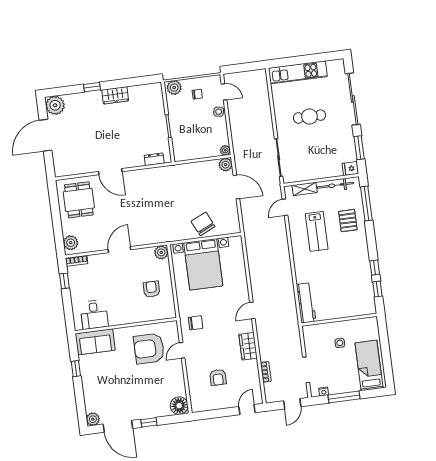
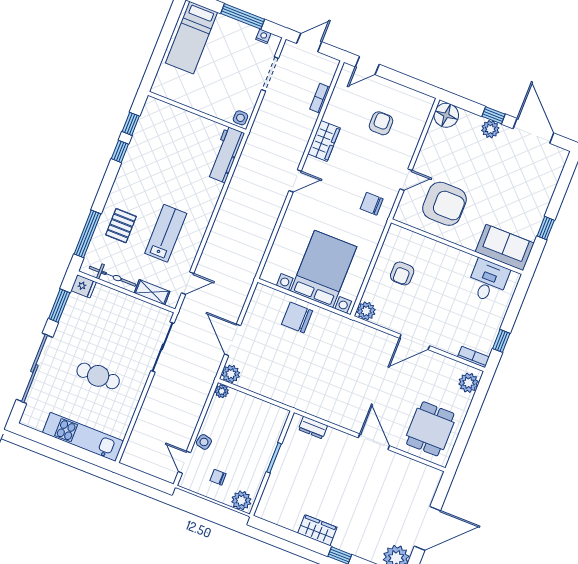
chair: (203, 224) -> (297, 318), turned 115
side table: (340, 343) -> (240, 118), moved
plant: (93, 419) -> (490, 129), moved

